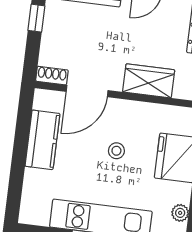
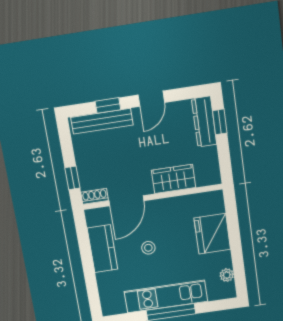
window: (36, 18) -> (72, 178), moved
stool: (116, 151) -> (148, 248), moved

